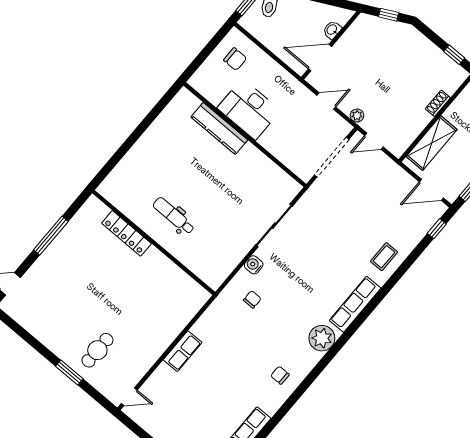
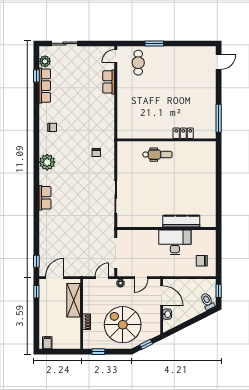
door: (320, 58) -> (162, 296), hinge flipped
spiral stairs: (397, 63) -> (123, 325), added
dental chair: (174, 216) -> (157, 155), moved
locker: (126, 233) -> (183, 133), width x0.66
window: (51, 236) -> (219, 118), moved
coffee table: (384, 257) -> (50, 226), removed
water cooler: (254, 265) -> (110, 170), removed
row of seats: (355, 304) -> (45, 198), width x0.68
cafe table: (97, 350) -> (138, 63), moved
row of seats: (183, 351) -> (109, 82), moved

